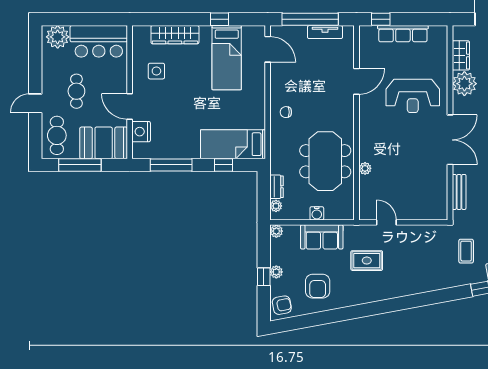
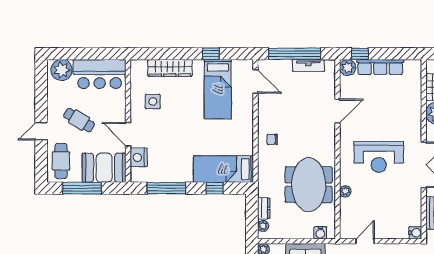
plant: (368, 34) -> (348, 68), added
cafe table: (76, 91) -> (79, 120), turned -59
reception desk: (413, 96) -> (379, 157), moved
water cooler: (317, 213) -> (320, 233), moved
water cooler: (441, 213) -> (415, 233), added
door: (386, 222) -> (365, 241), hinge flipped

